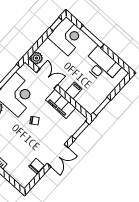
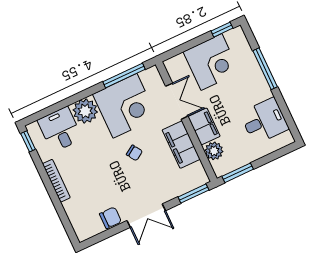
corner desk: (67, 36) -> (211, 62), moved
plant: (36, 58) -> (214, 151), moved
desk: (102, 65) -> (264, 121), width x0.73
filing cabinet: (74, 91) -> (204, 126), width x2.00

